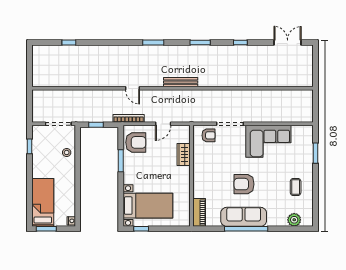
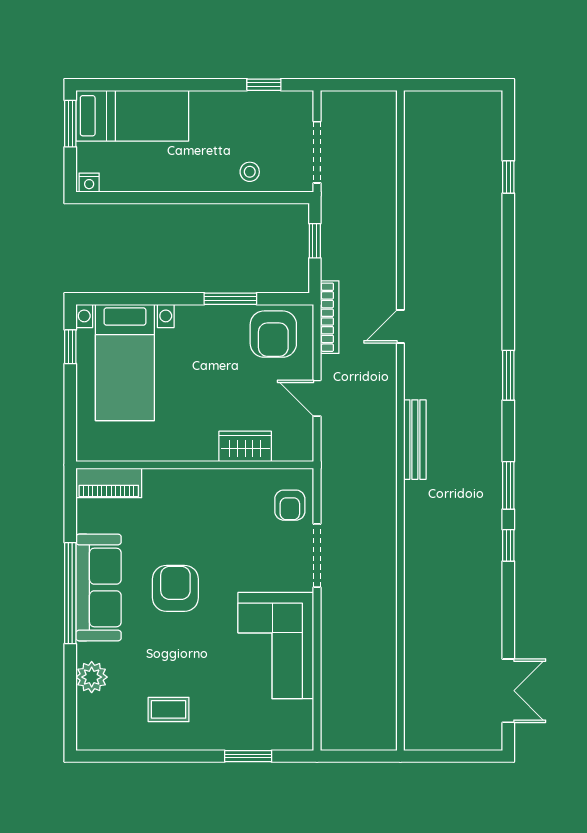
window: (240, 42) -> (508, 545), moved
plant: (294, 220) -> (92, 677), moved

